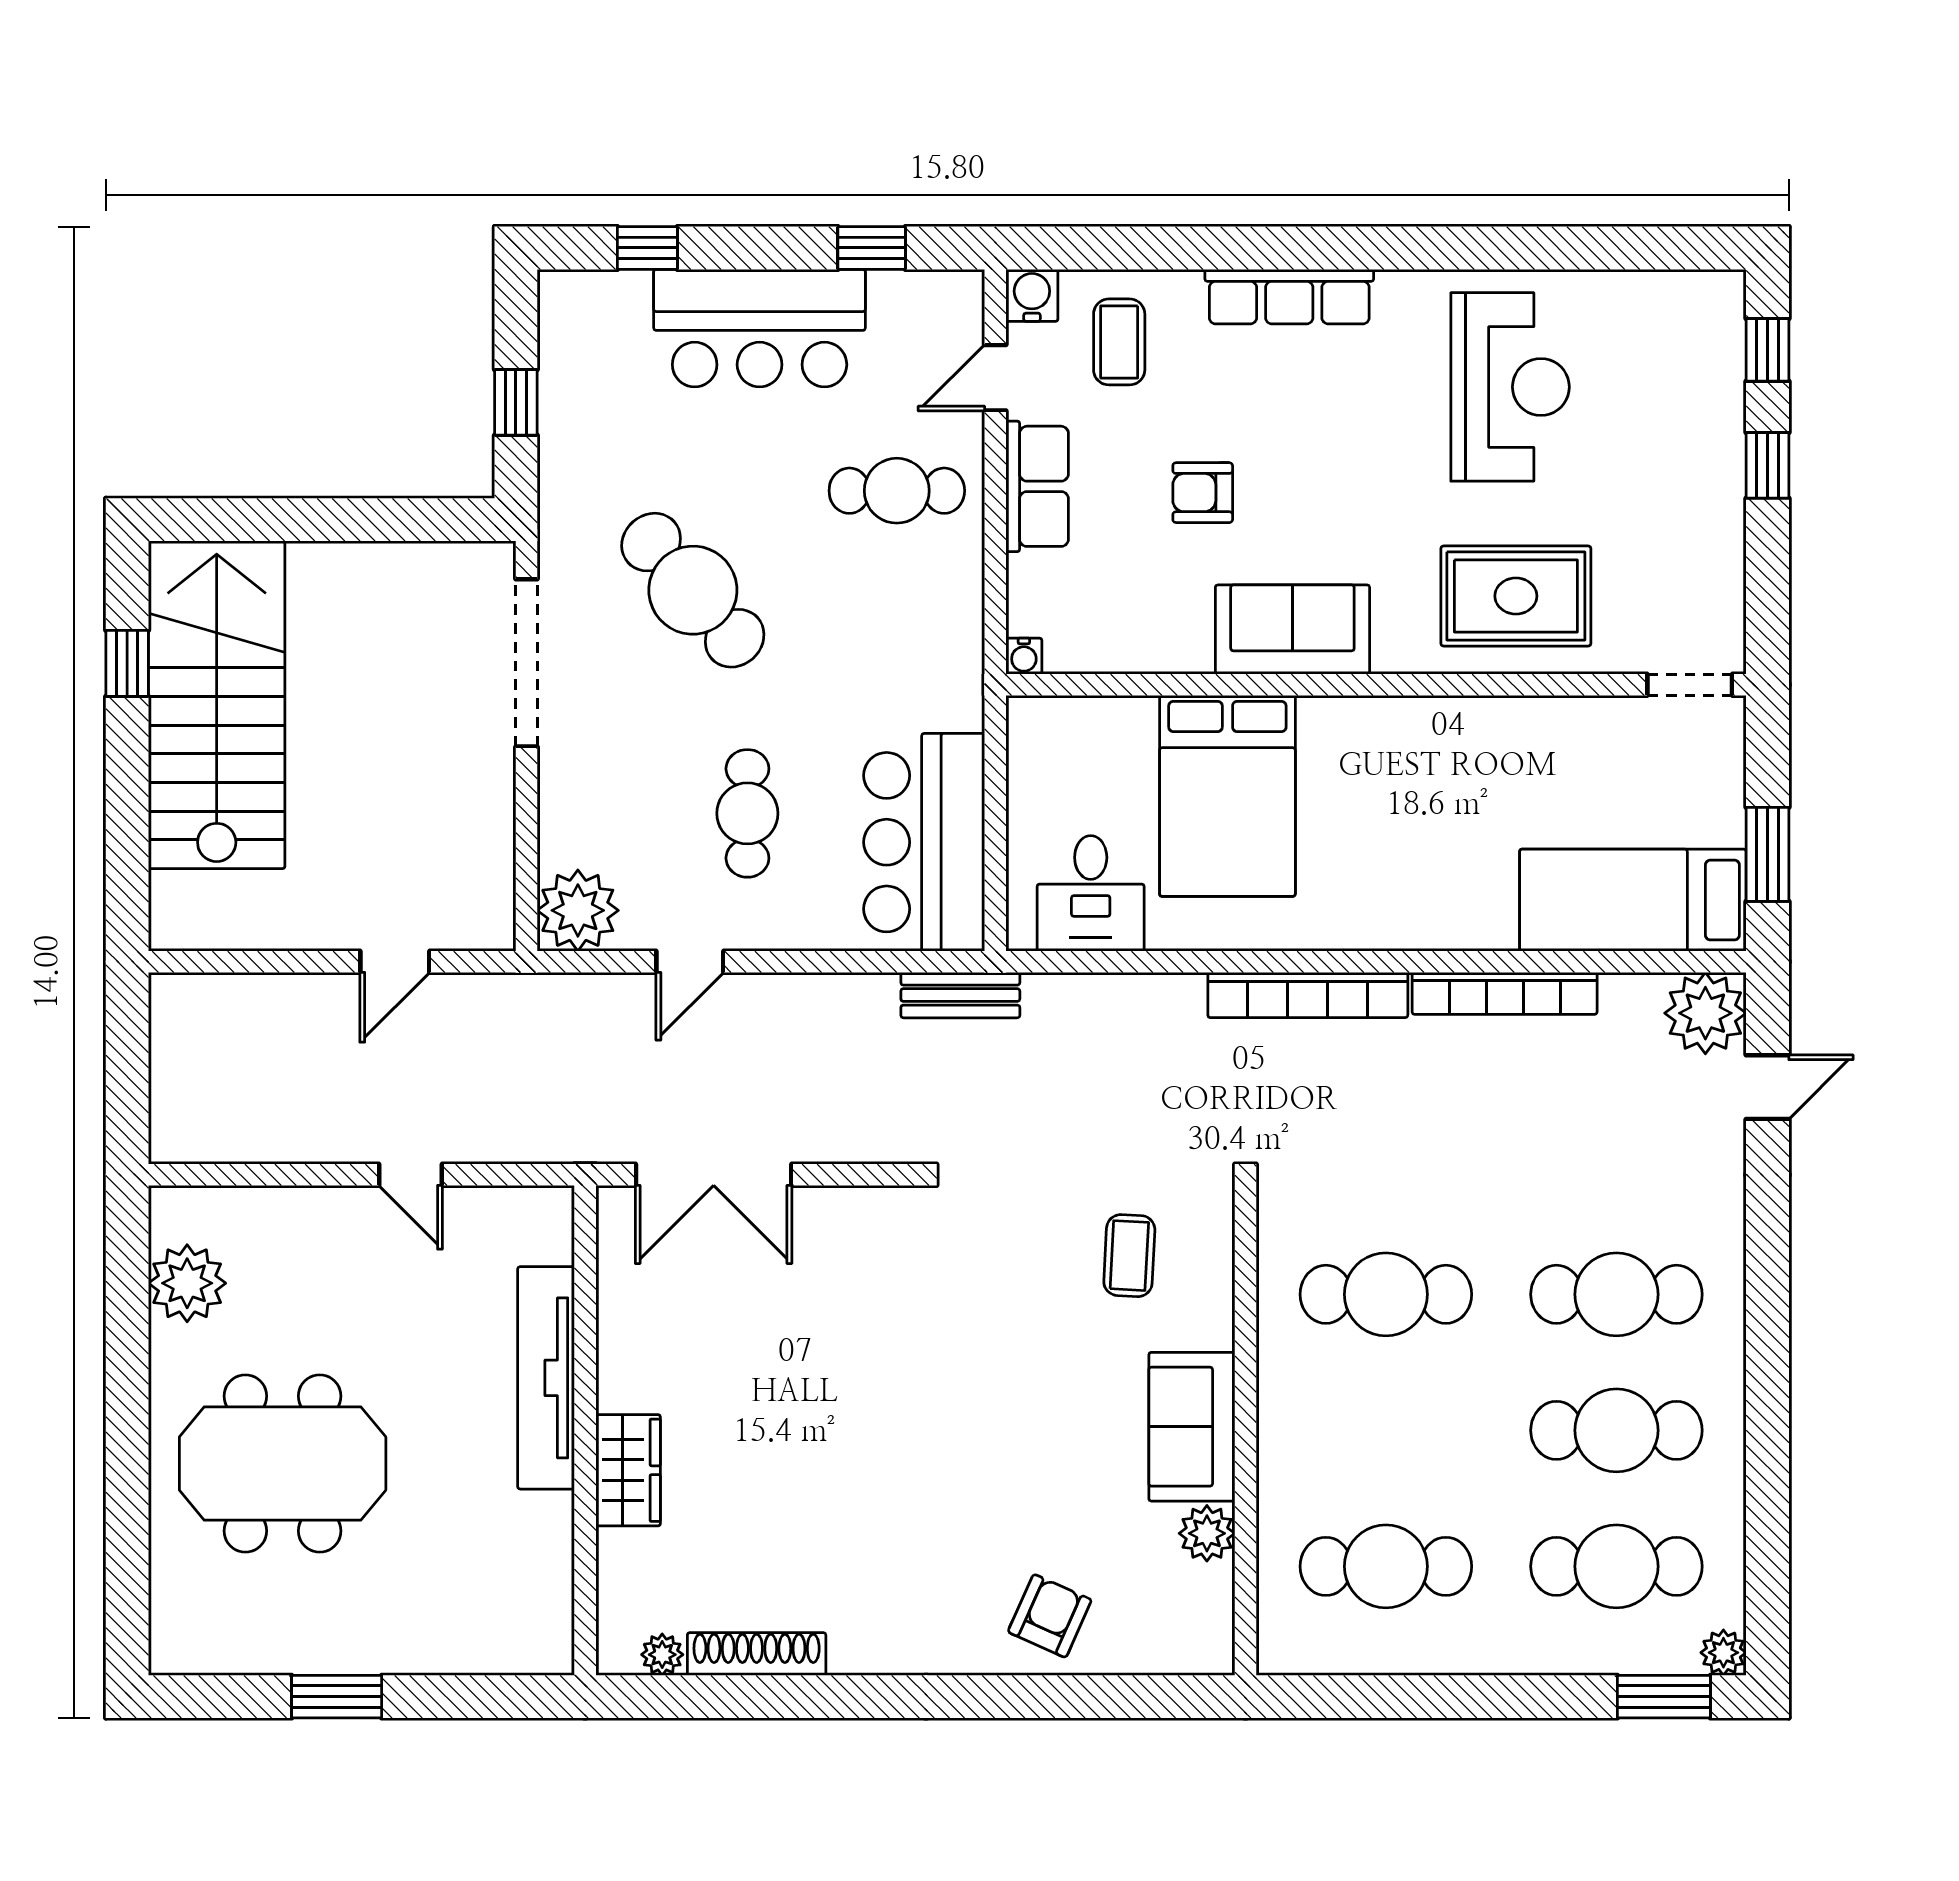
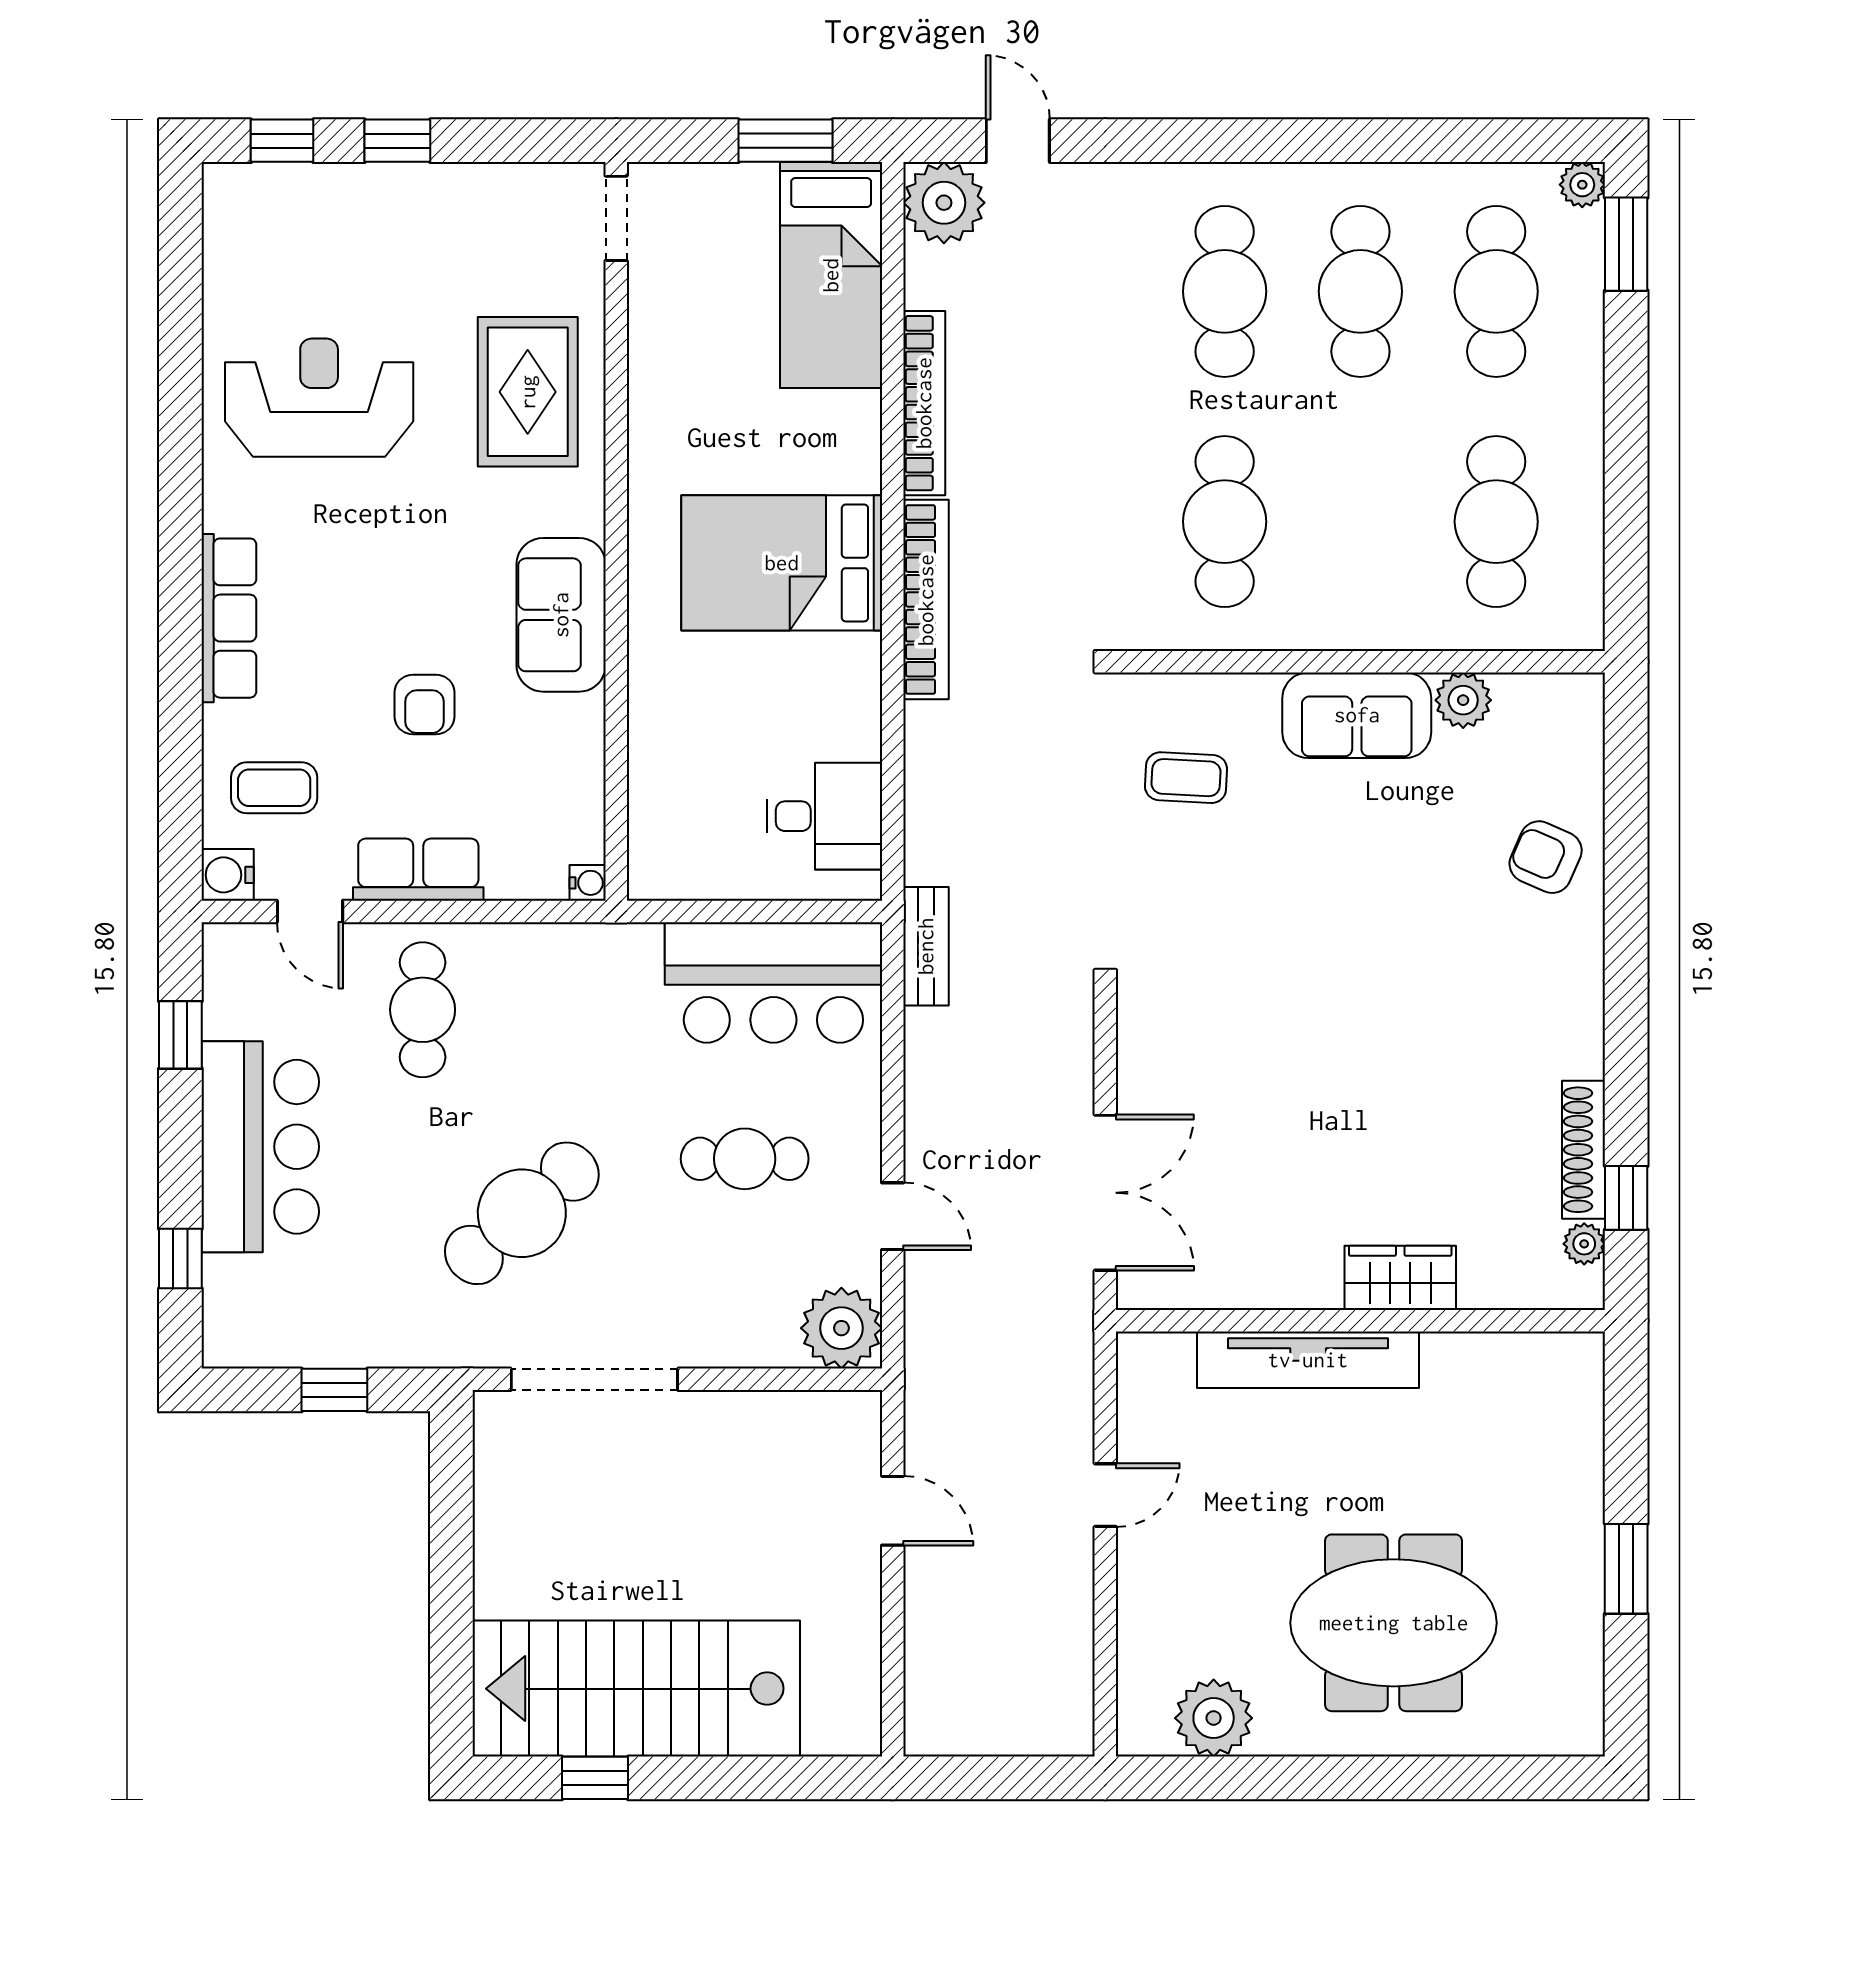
bed: (1227, 796) -> (782, 563), moved, turned 180
meeting table: (283, 1463) -> (1394, 1623), turned 90
window: (708, 1697) -> (1626, 1198), added

